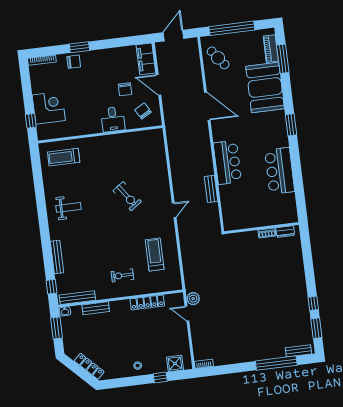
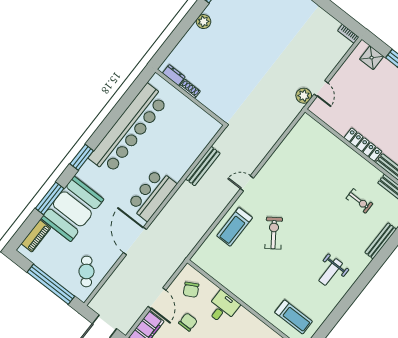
window: (283, 59) -> (50, 198), moved
bar counter: (227, 162) -> (152, 195), moved
bar counter: (280, 171) -> (129, 129), width x1.86
bench: (211, 189) -> (203, 166), width x1.36
weight bench: (69, 207) -> (331, 272), turned -90
treadmill: (155, 254) -> (235, 227), moved
exercise bike: (122, 275) -> (359, 201), moved
plant: (300, 282) -> (204, 22), added
locker: (147, 302) -> (363, 145), moved

